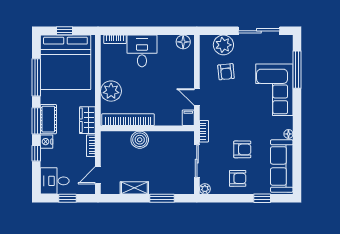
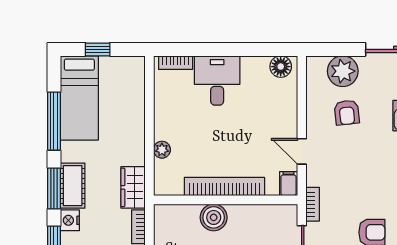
bed: (65, 62) -> (79, 98), width x0.49
plant: (111, 91) -> (162, 150), width x0.53, depth x0.53
bookcase: (128, 120) -> (224, 186), moved

